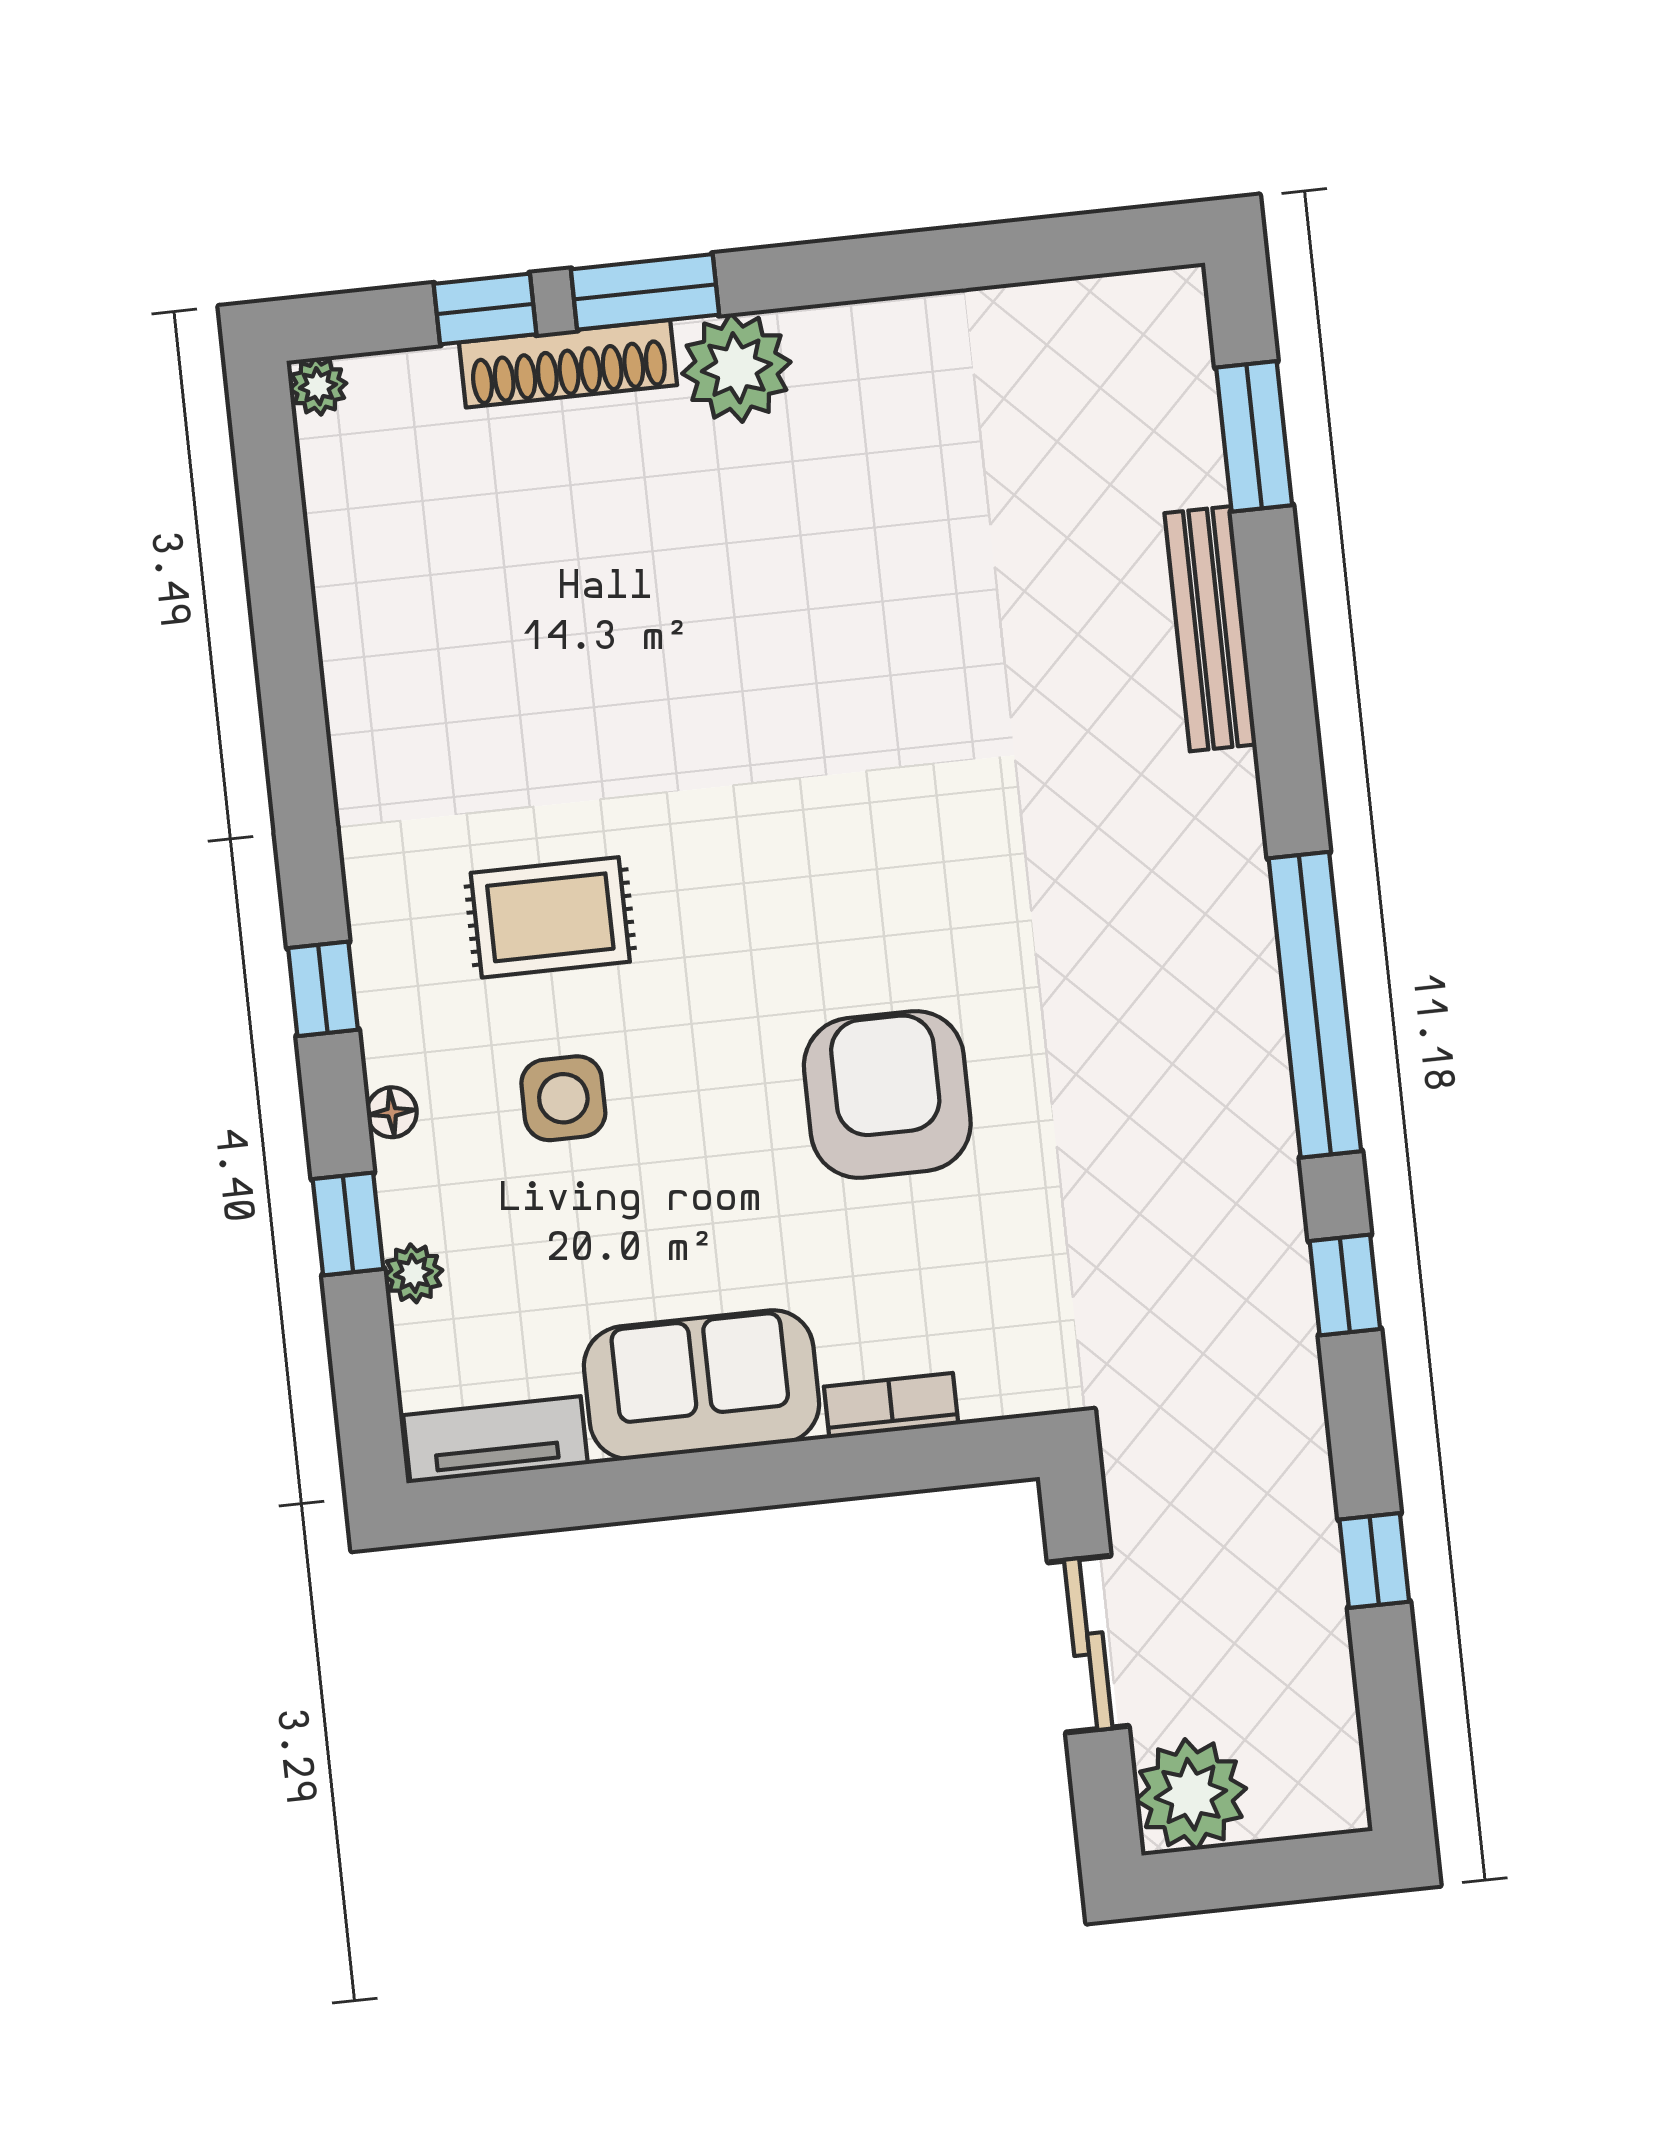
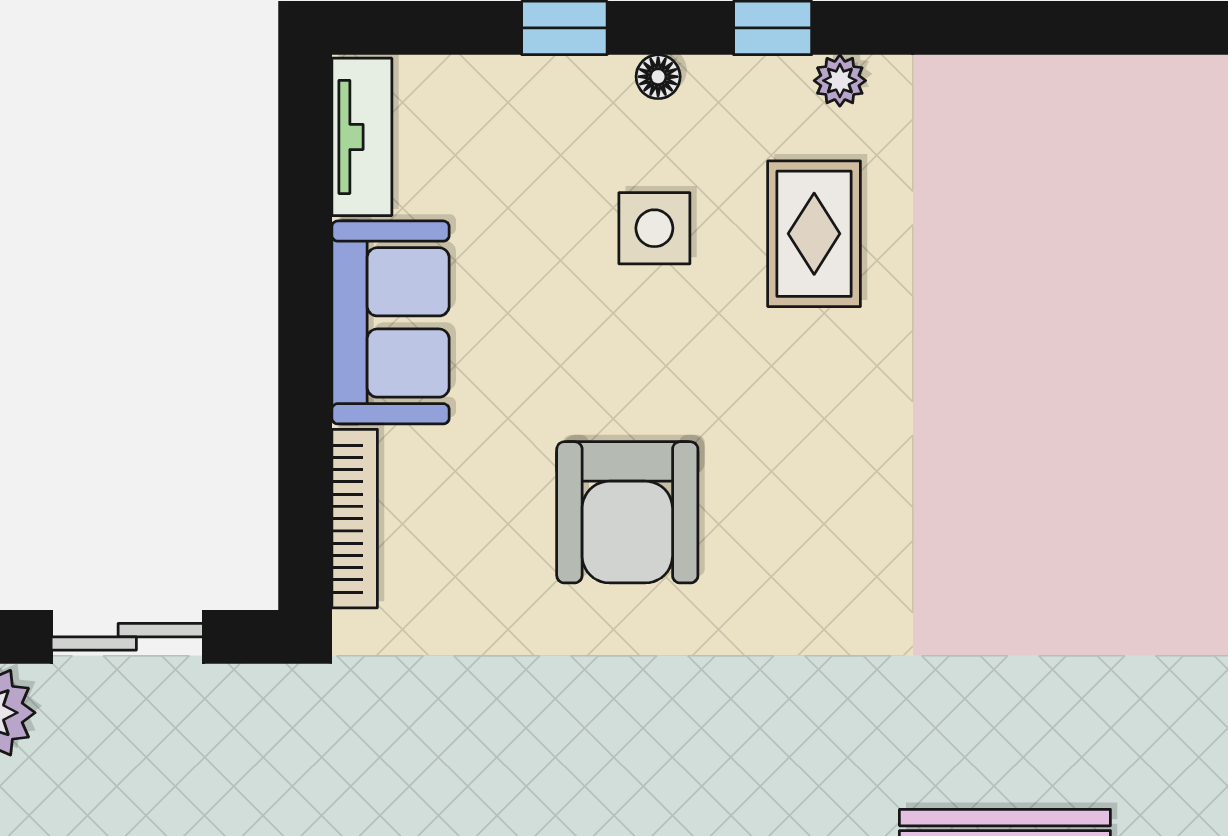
armchair: (887, 1094) -> (627, 512), turned 90
plant: (413, 1273) -> (840, 81), moved
bookcase: (891, 1405) -> (355, 519), width x1.56

